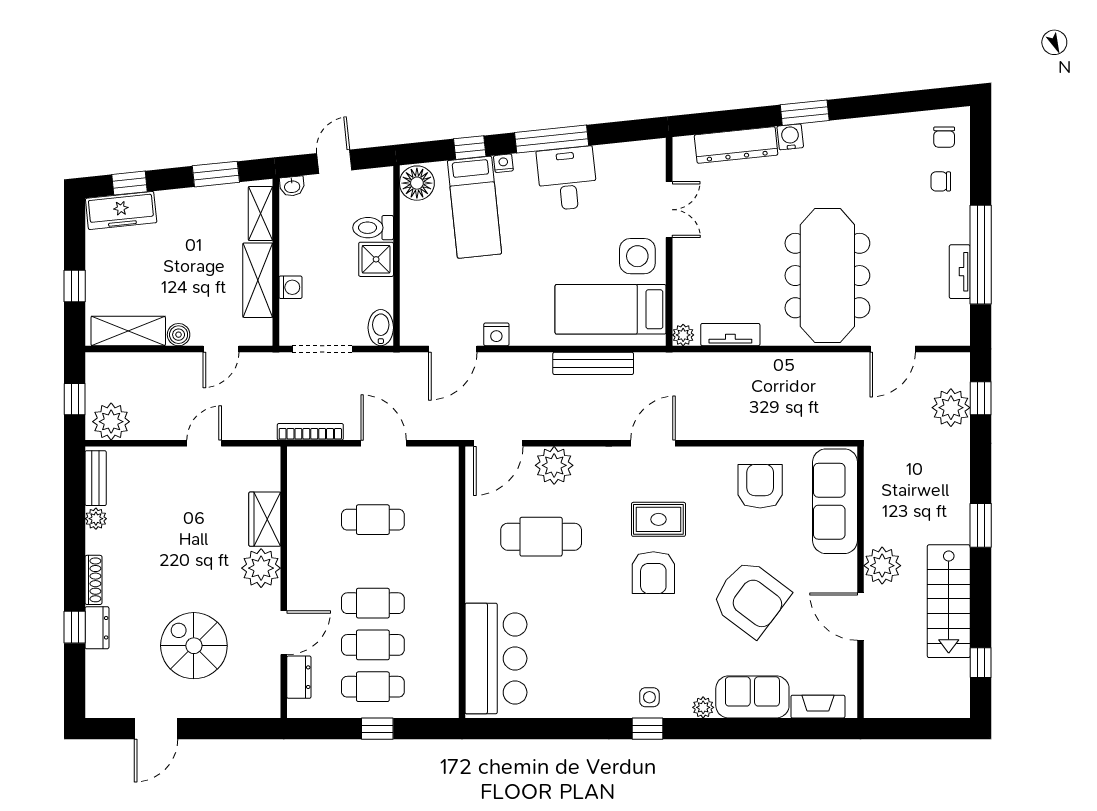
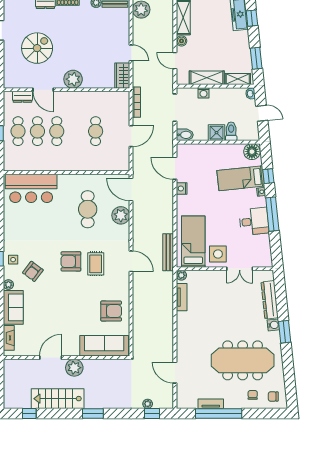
meeting table: (827, 276) -> (243, 360), moved
bench: (593, 363) -> (168, 252), moved
plant: (951, 408) -> (148, 404), width x0.53, depth x0.53
wardrobe: (265, 519) -> (122, 76), moved, turned -90
armchair: (751, 598) -> (33, 271), moved, width x0.53, depth x0.53

